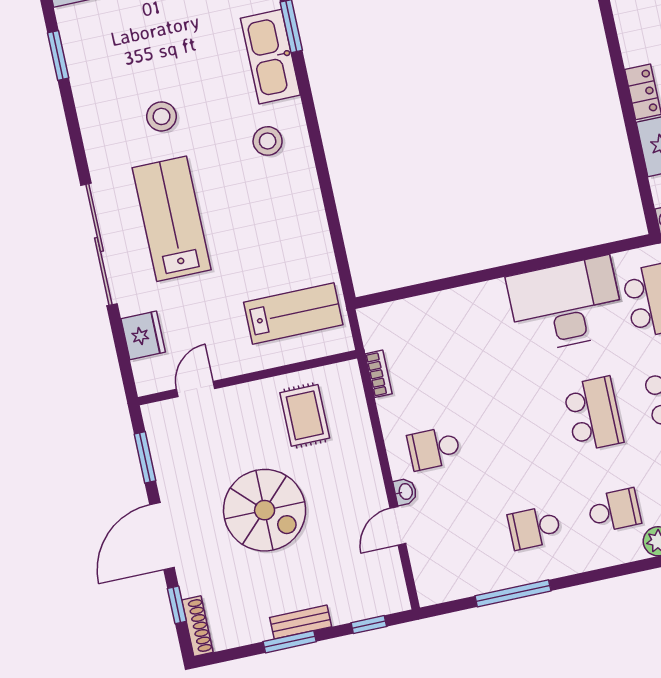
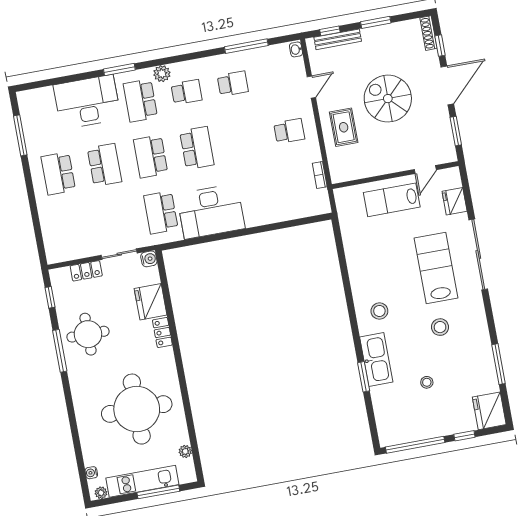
stool: (181, 20) -> (427, 382), added
window: (58, 55) -> (498, 364), width x1.44
lab bench: (172, 219) -> (436, 268), turned 180
lab bench: (293, 314) -> (392, 200), moved
school desk: (593, 414) -> (197, 148), turned 180
rug: (305, 415) -> (344, 127), moved
washbasin: (405, 492) -> (296, 49), moved
school desk: (614, 510) -> (187, 92), turned 180
bench: (301, 622) -> (338, 39), moved, width x1.36

